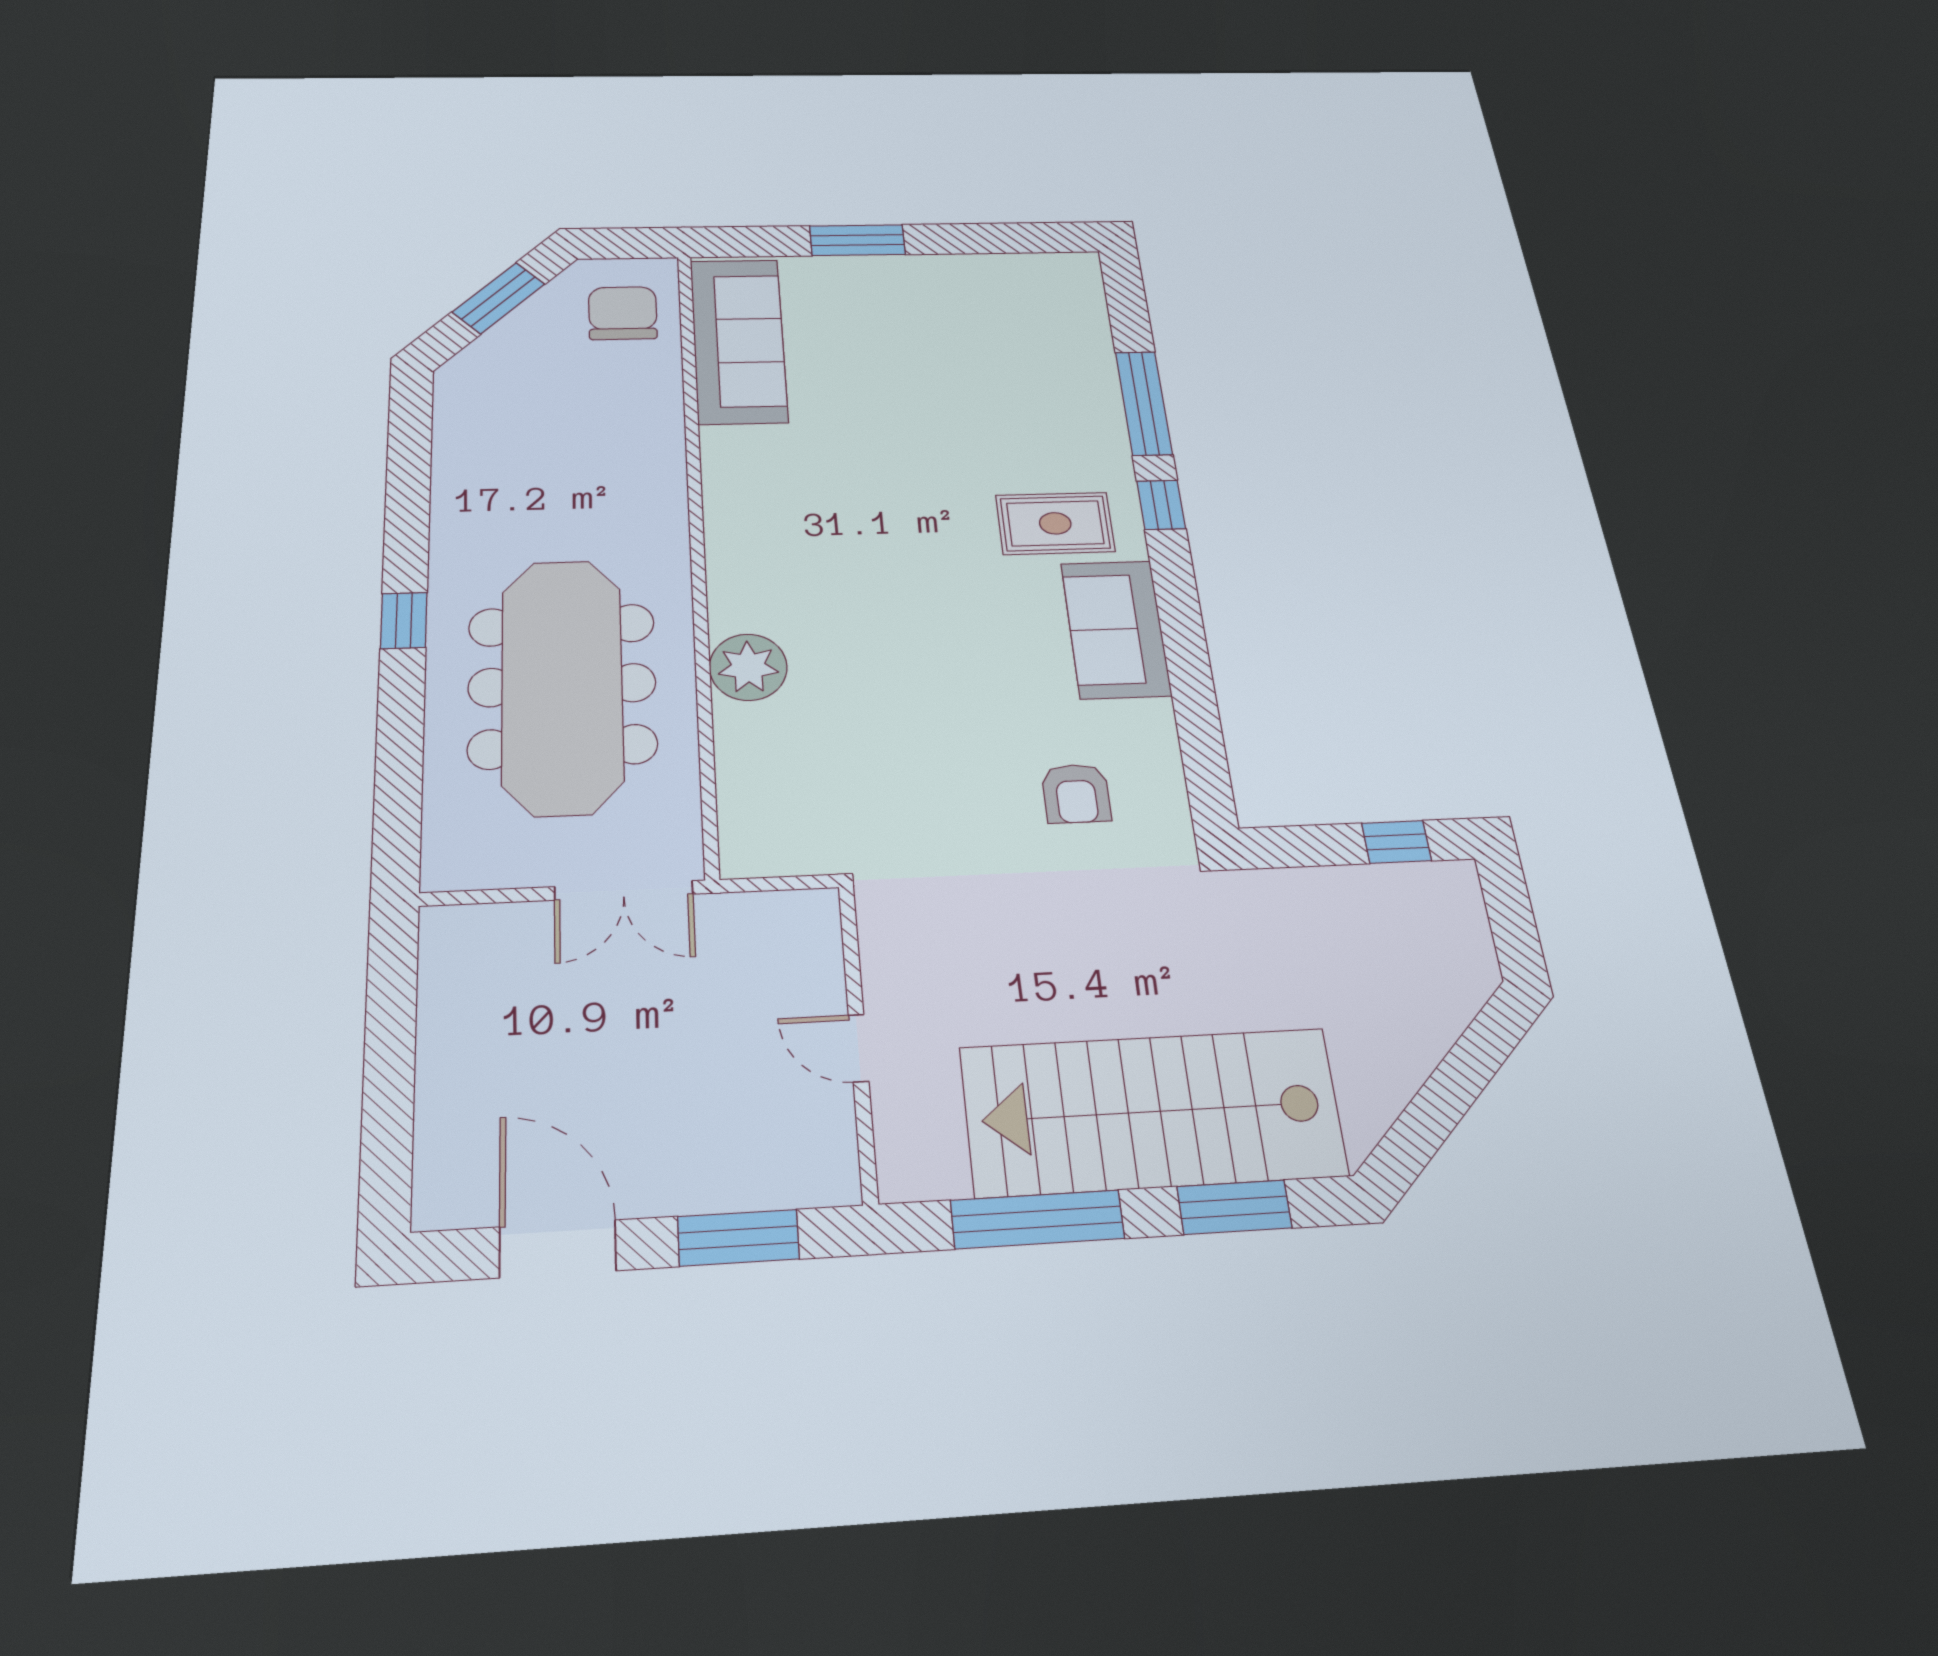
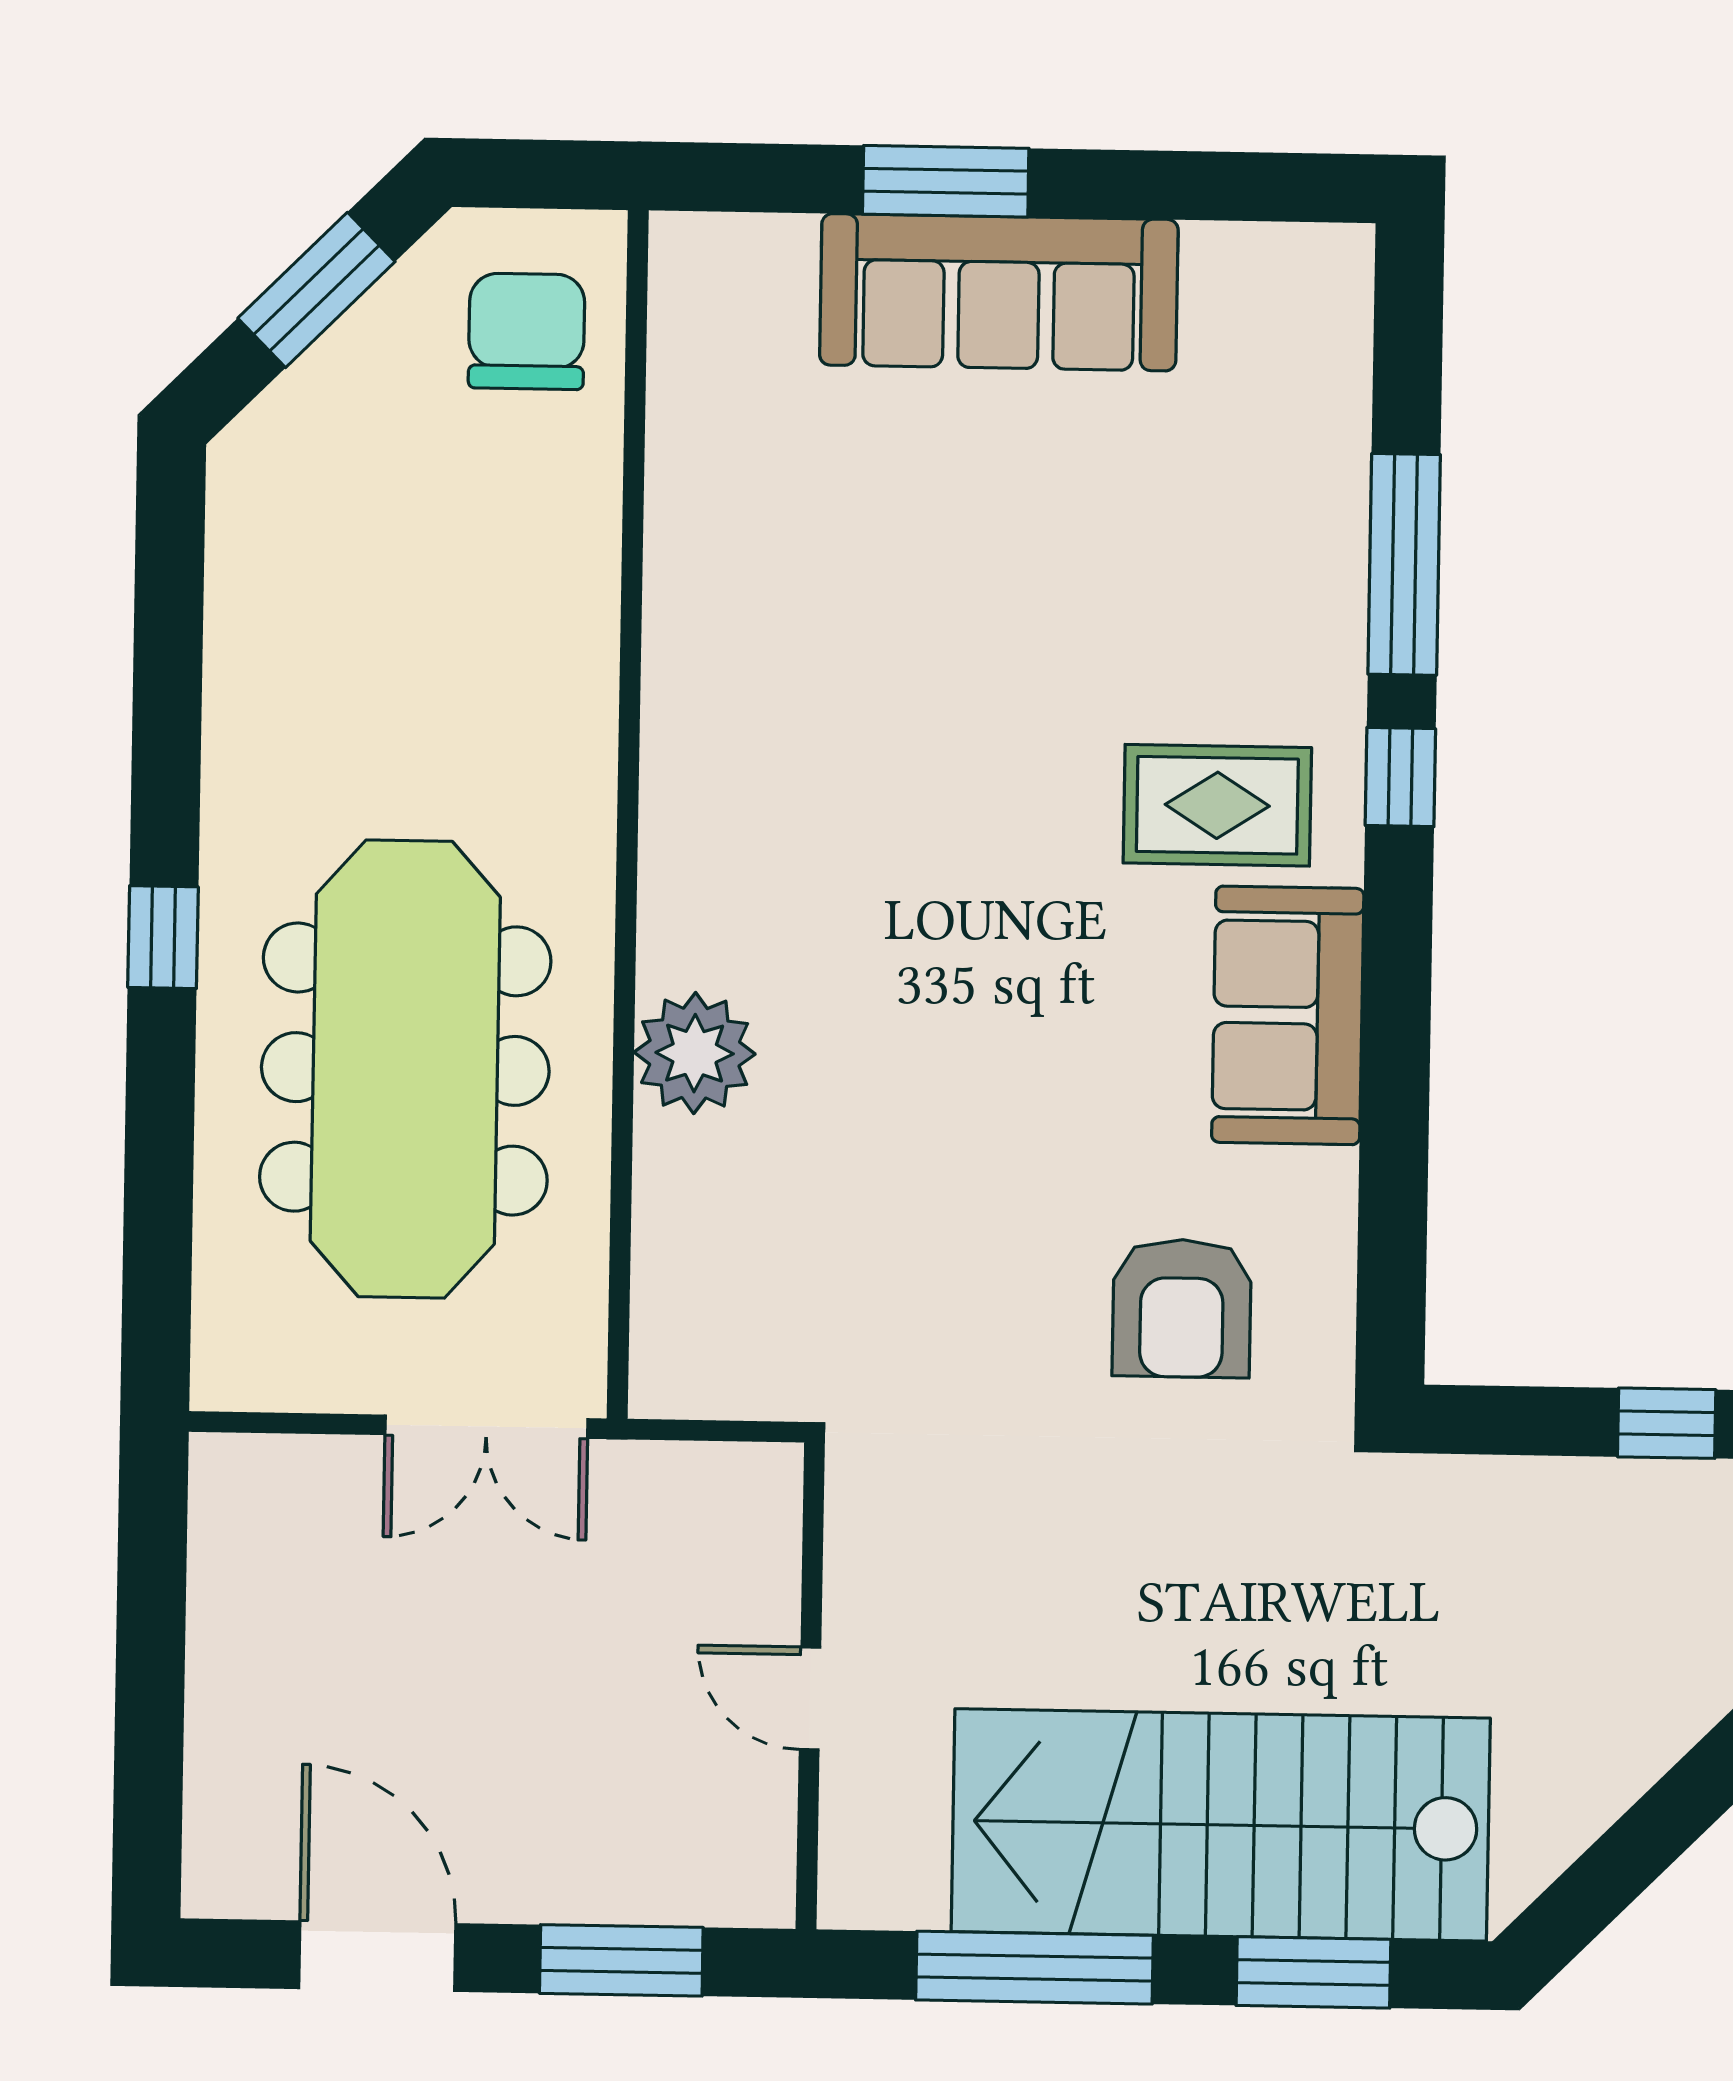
sofa: (738, 341) -> (999, 292), moved, turned 90
armchair: (1076, 794) -> (1182, 1308), width x1.38, depth x1.38

